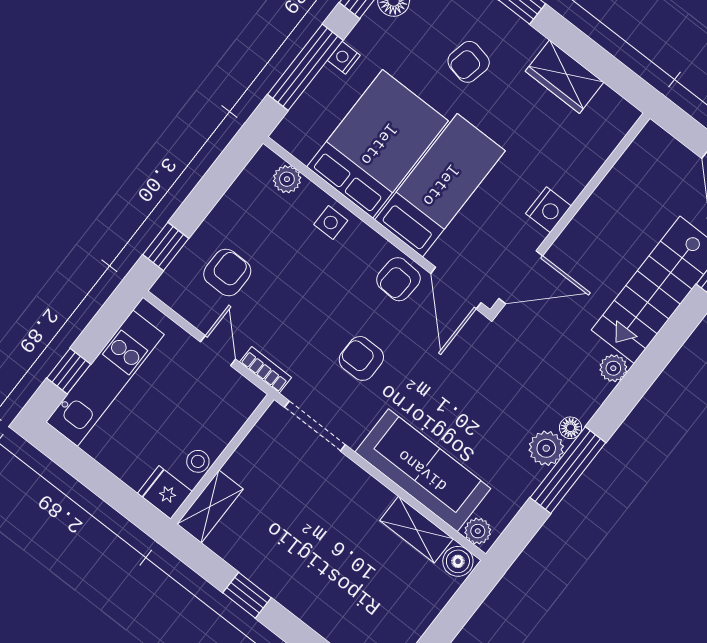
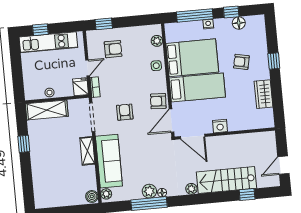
fridge: (165, 492) -> (81, 87), moved
shelving: (210, 506) -> (47, 110), width x1.50, depth x1.33
shelving: (416, 530) -> (87, 151), moved

